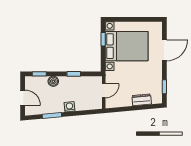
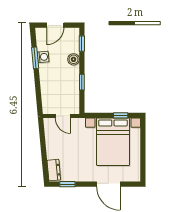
dresser: (142, 100) -> (54, 170), moved
washing machine: (69, 107) -> (43, 57), moved

